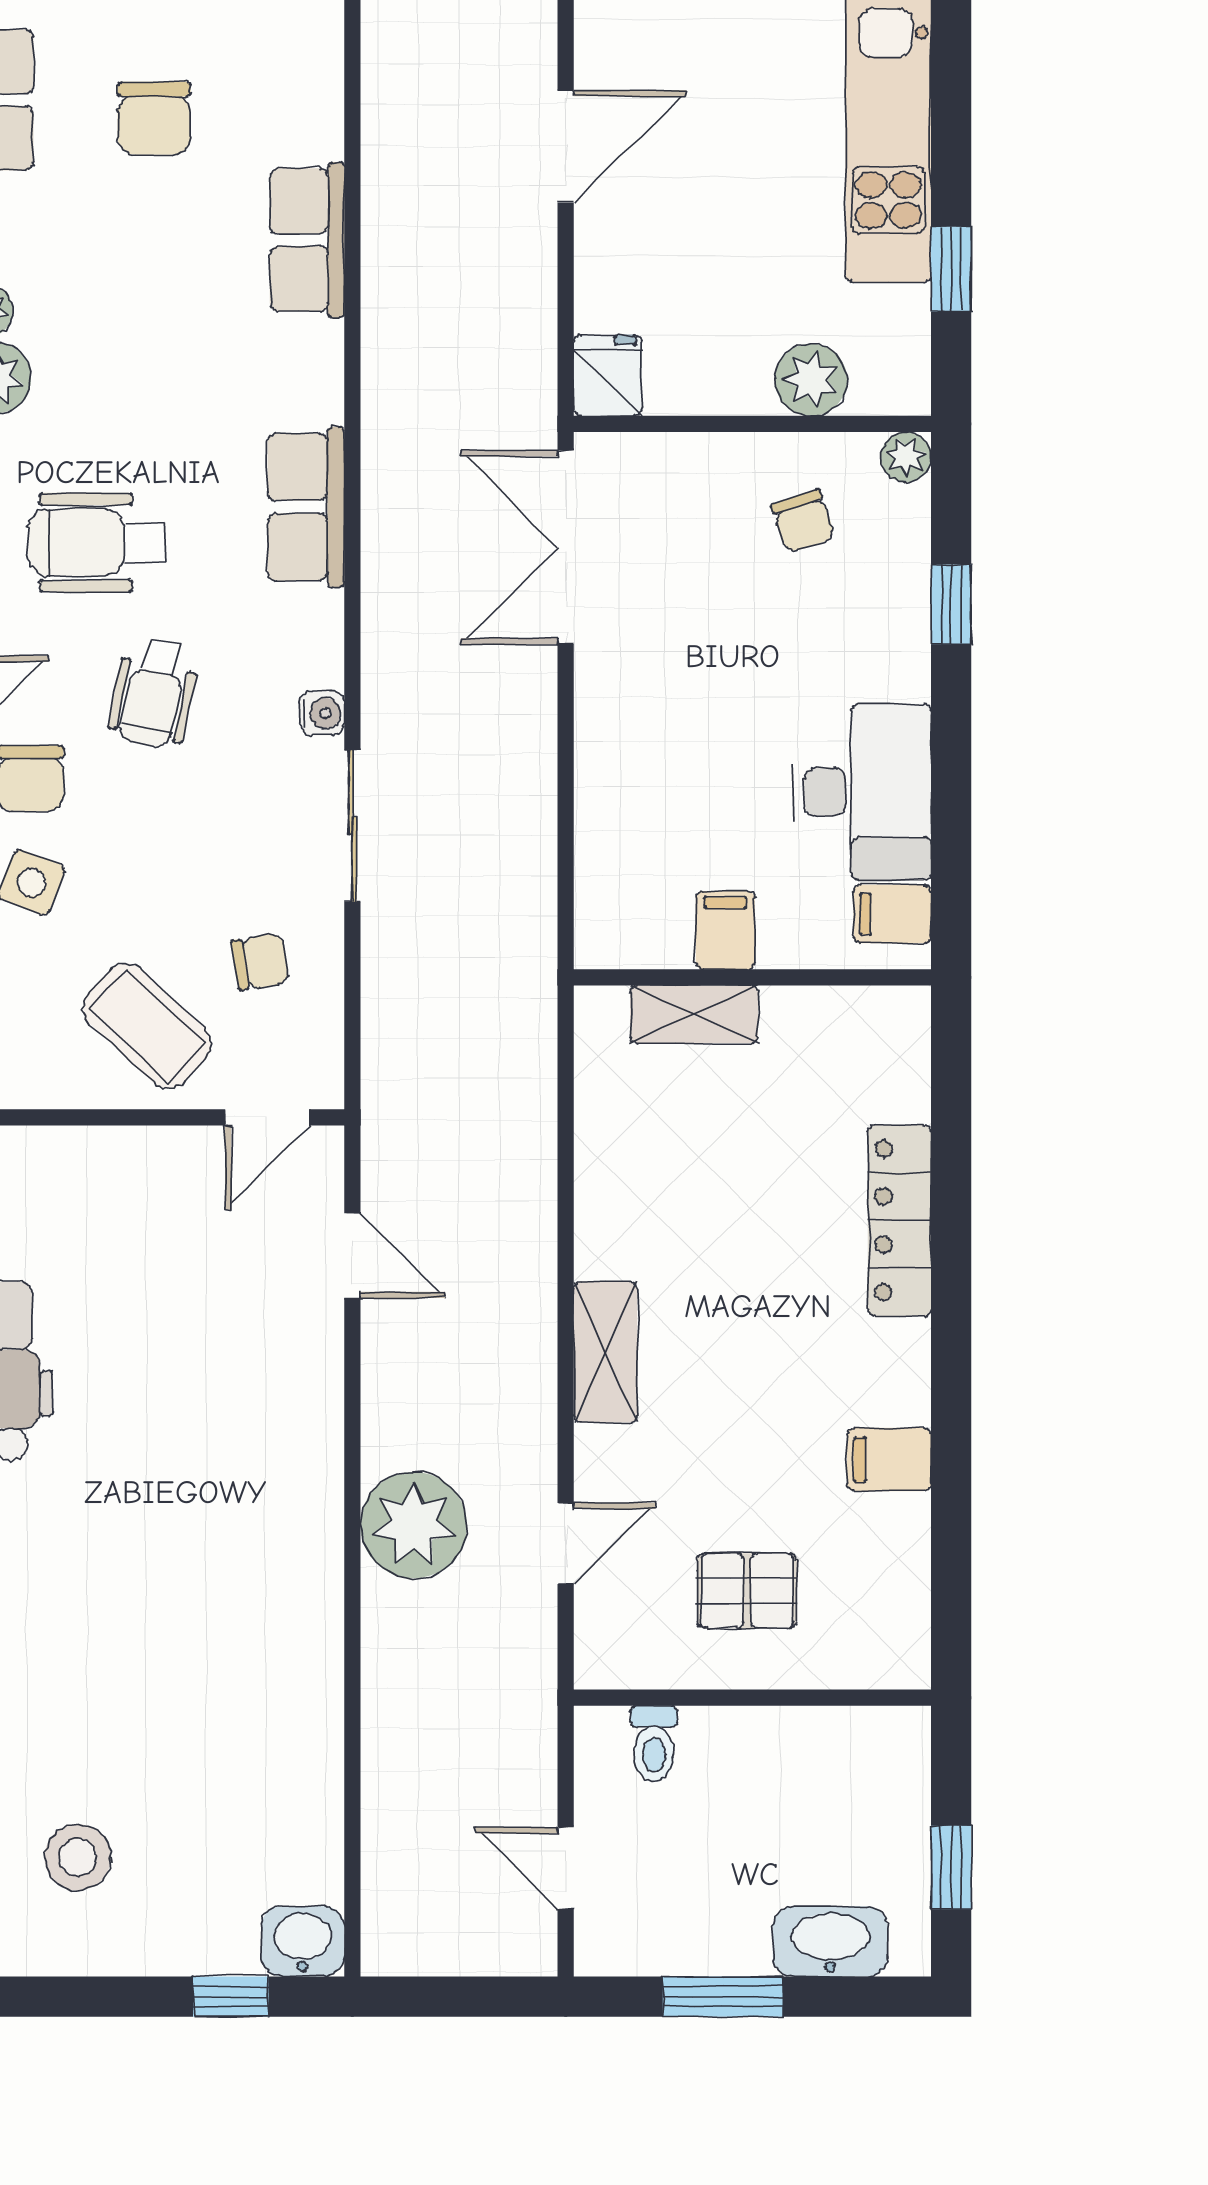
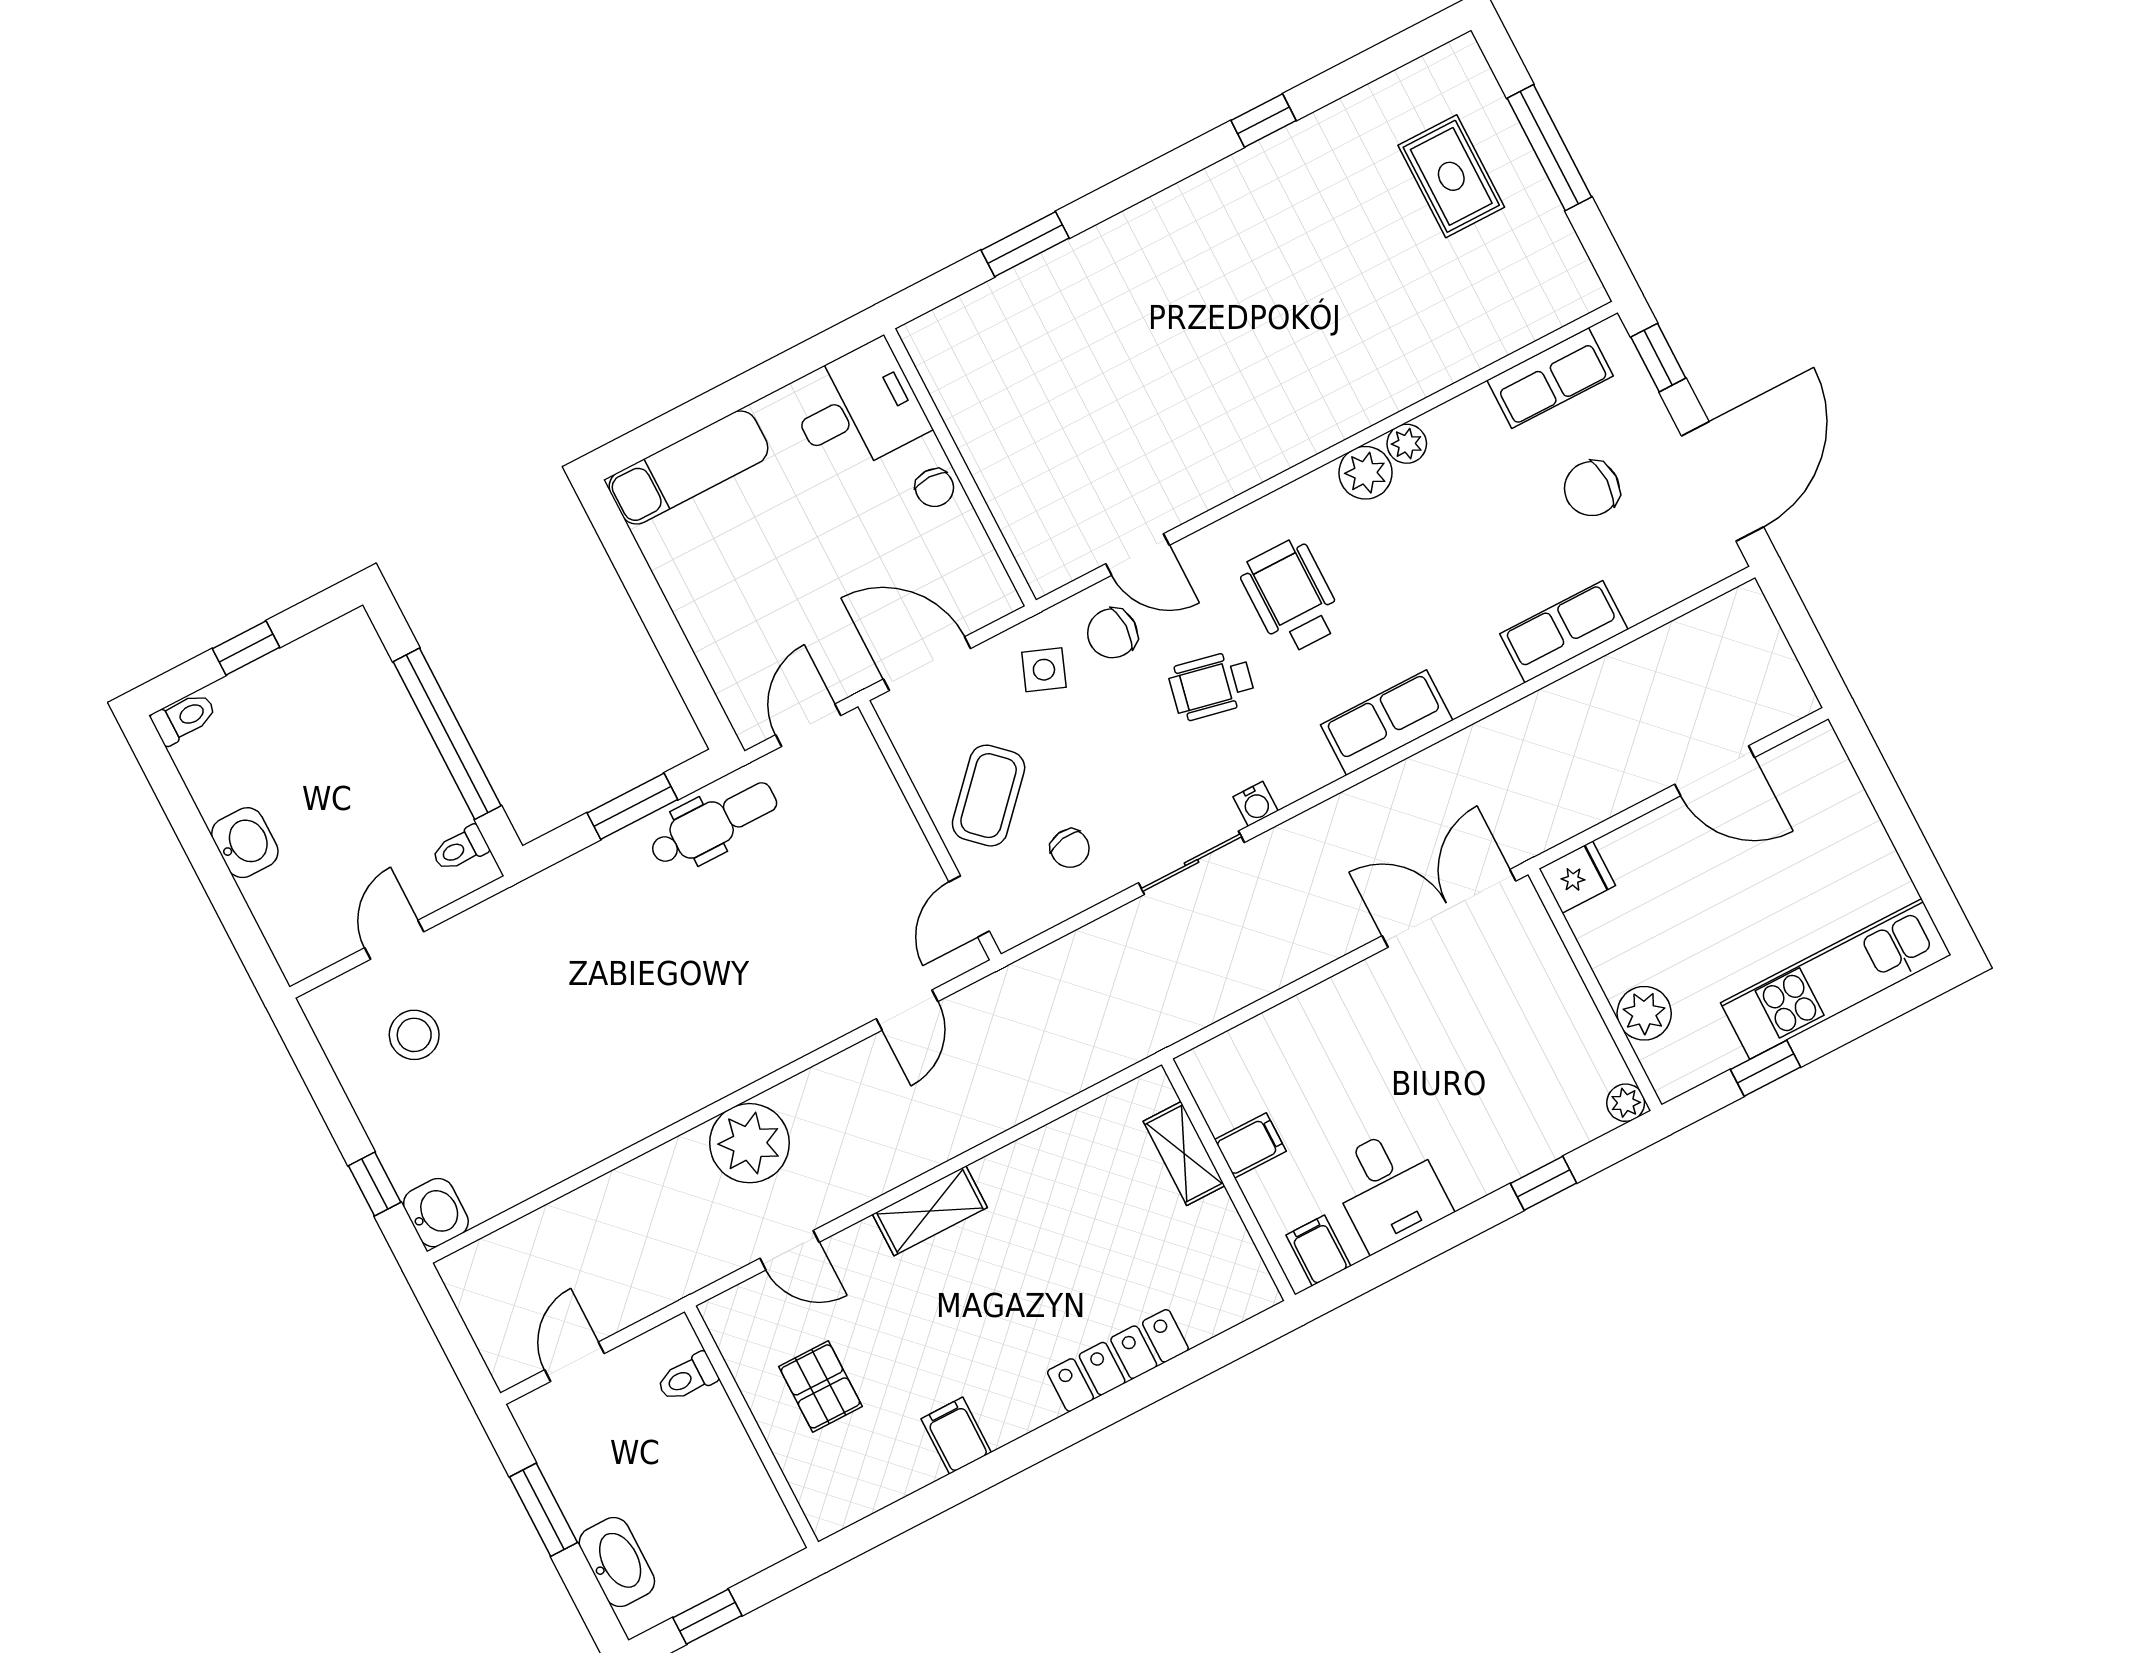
chair: (803, 521) -> (1548, 1057), removed
desk: (862, 792) -> (1389, 1189), width x0.73
door: (267, 1117) -> (969, 906), hinge flipped

